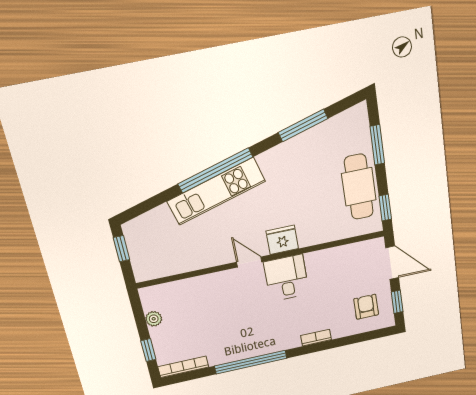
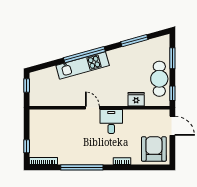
fridge: (282, 240) -> (136, 99), moved
window: (397, 302) -> (172, 150), removed
armchair: (366, 307) -> (154, 149), width x1.88, depth x1.88
plant: (154, 319) -> (34, 129), removed

